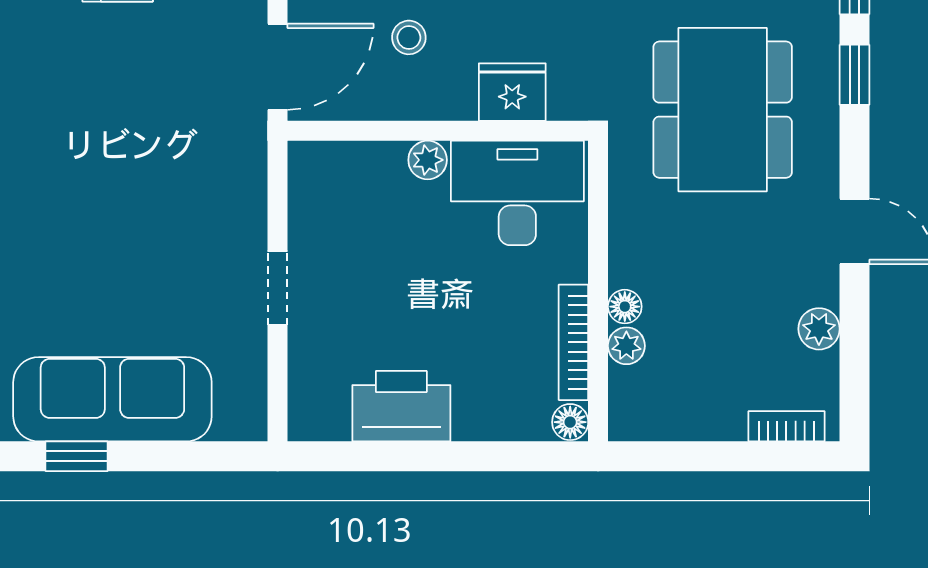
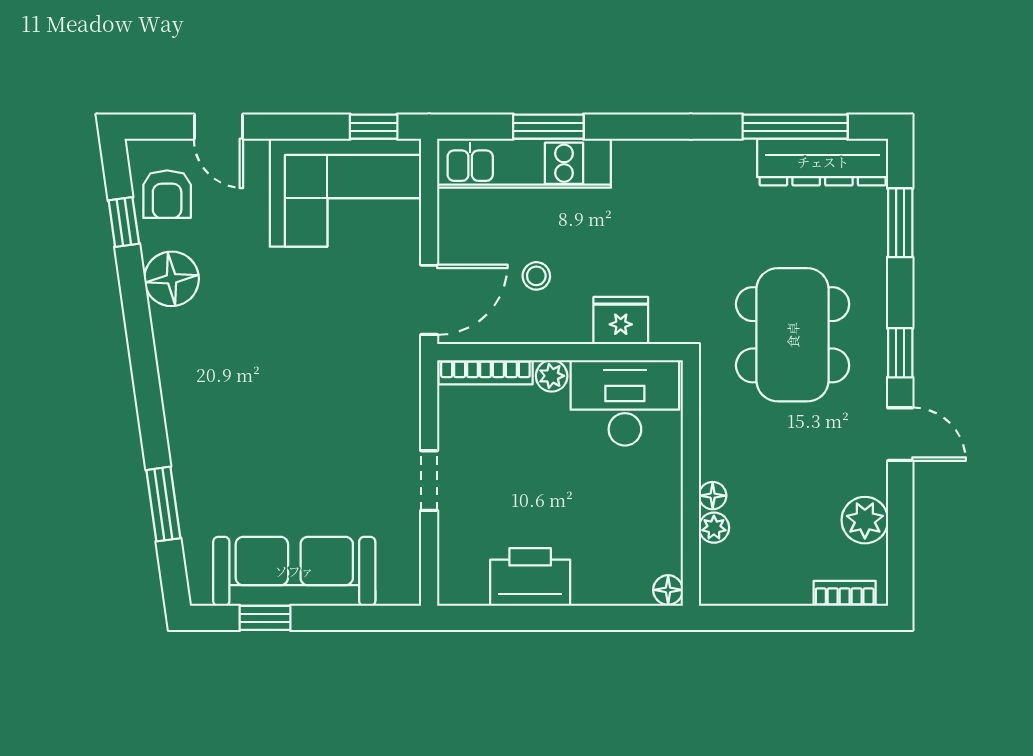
window: (855, 75) -> (900, 353), moved
plant: (819, 329) -> (865, 520), width x1.38, depth x1.38
bookcase: (573, 342) -> (485, 372), moved, turned -90

